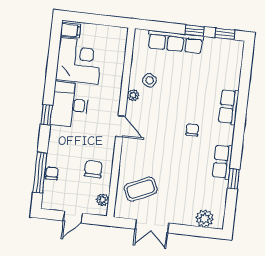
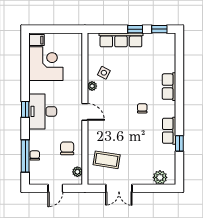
desk: (70, 105) -> (43, 111), moved
coffee table: (141, 189) -> (107, 160), turned 34

